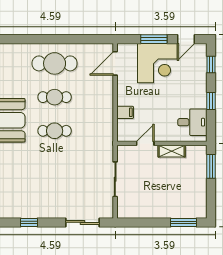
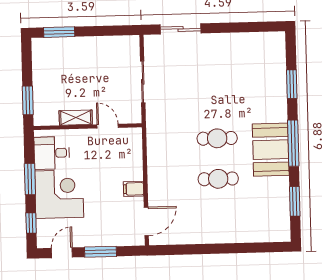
cafe table: (55, 63) -> (219, 219), removed
corner desk: (157, 63) -> (59, 194), moved, turned 90
window: (211, 101) -> (30, 179), width x1.50
filing cabinet: (125, 112) -> (134, 189), moved
door: (145, 143) -> (108, 126), swing flipped
window: (29, 222) -> (245, 27), removed

